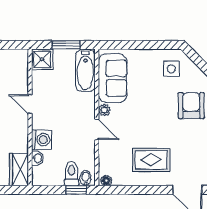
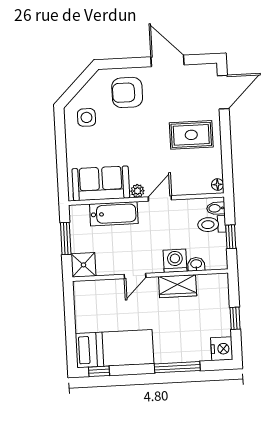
bathtub: (85, 71) -> (114, 214), moved
rug: (151, 160) -> (191, 135), turned 90
wardrobe: (19, 170) -> (178, 286), moved
window: (76, 190) -> (231, 237), moved

